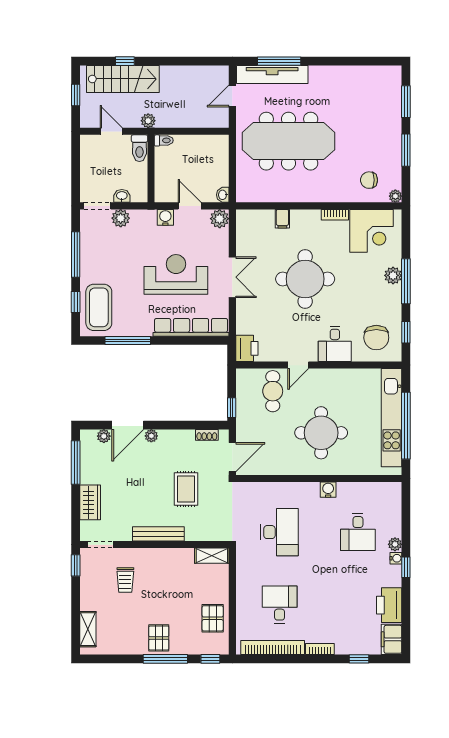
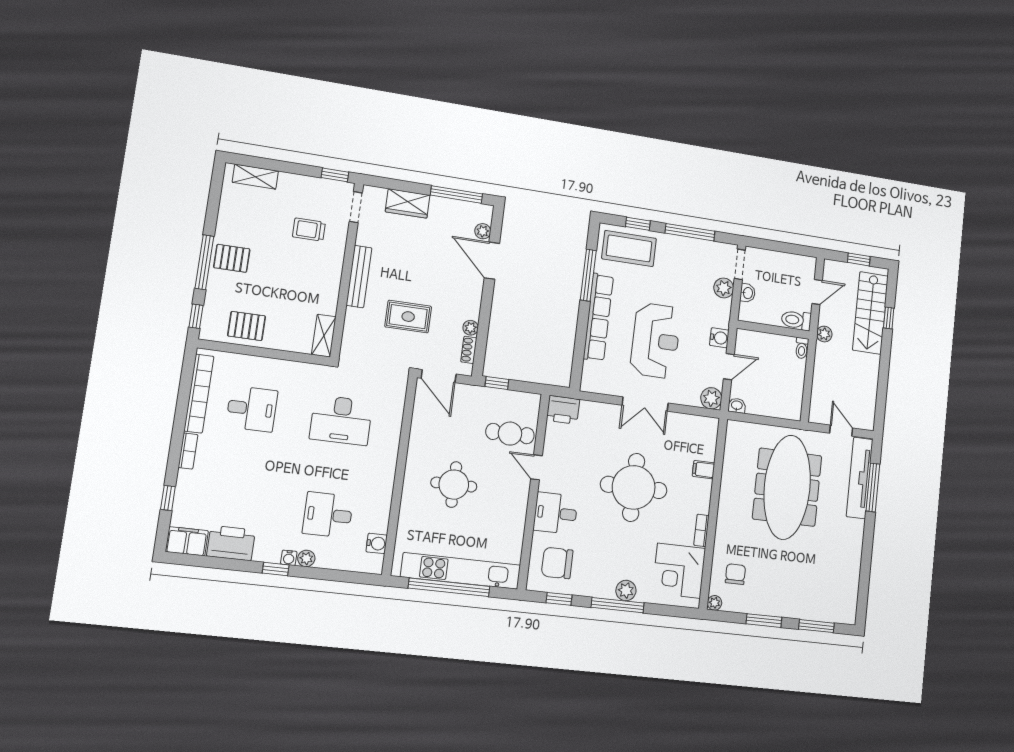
row of seats: (191, 327) -> (598, 317), moved
round table: (321, 433) -> (454, 485), width x0.73, depth x0.73
plant: (151, 436) -> (471, 328), moved
water cooler: (328, 490) -> (377, 543), moved

